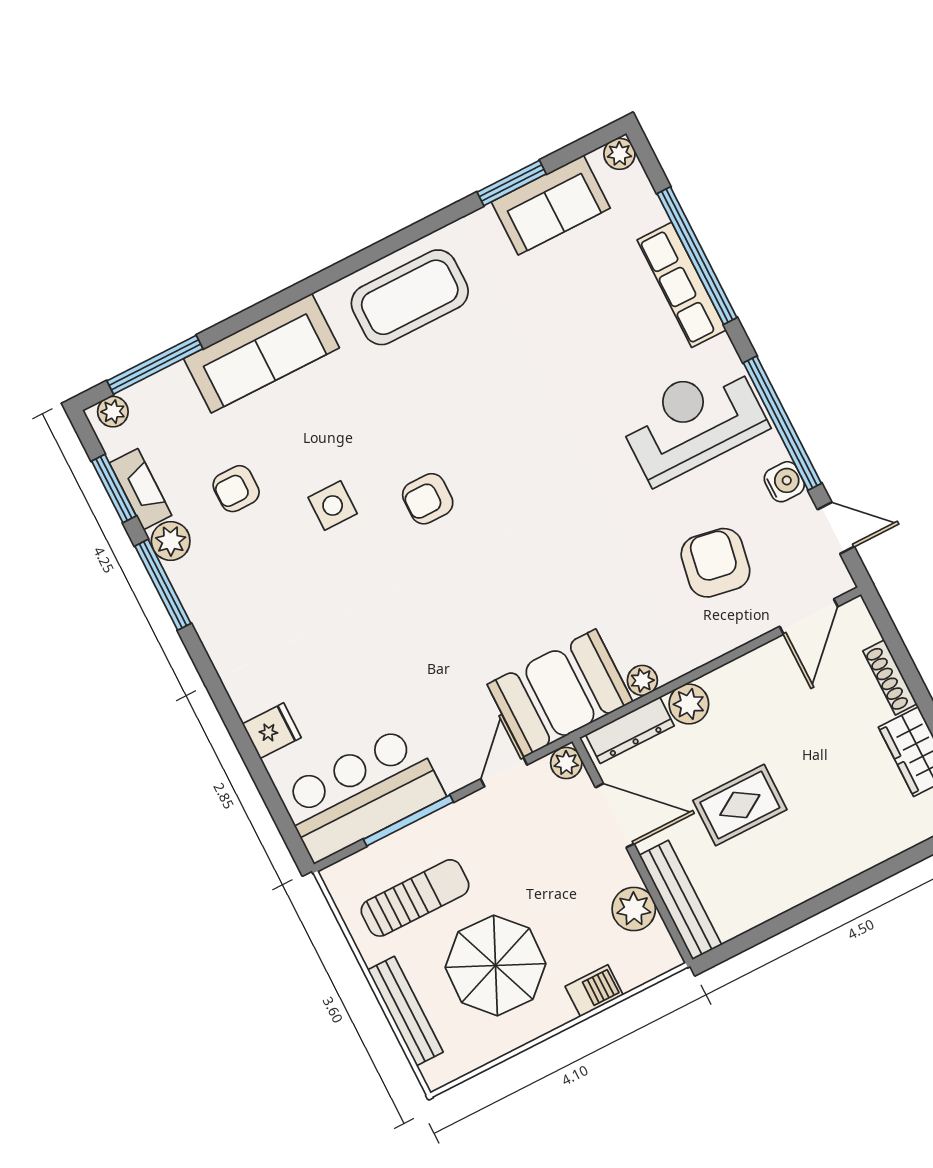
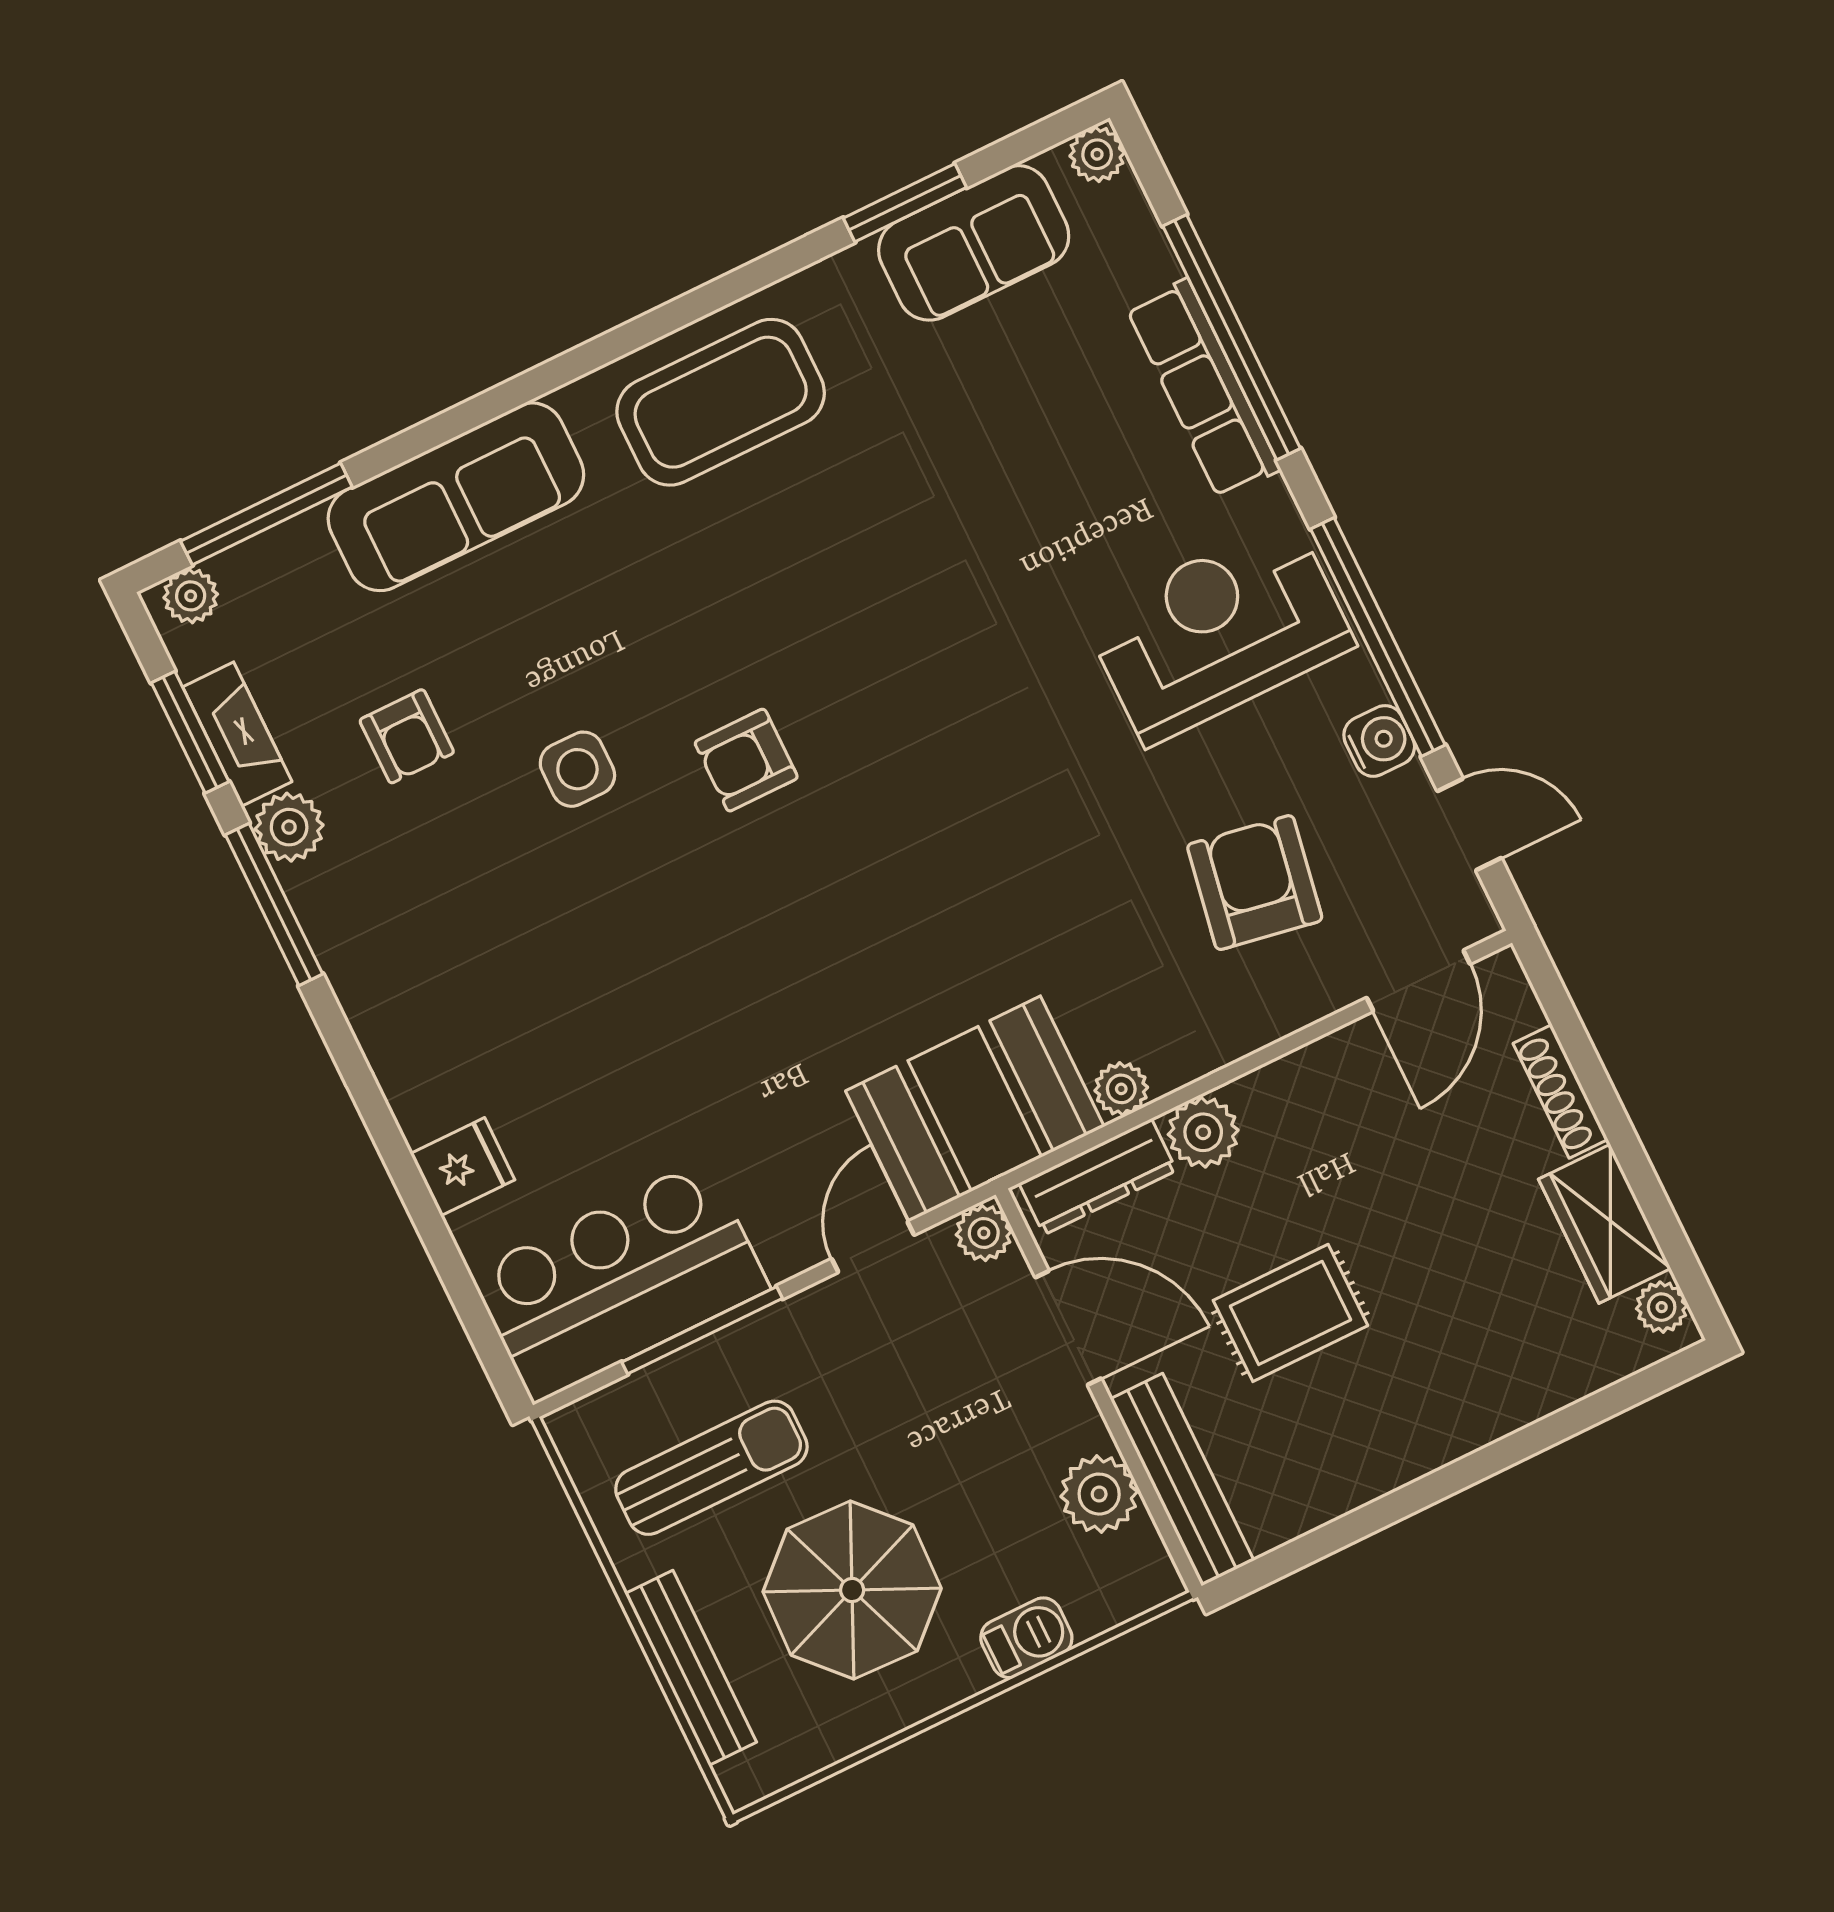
armchair: (236, 489) -> (407, 736), turned -90

